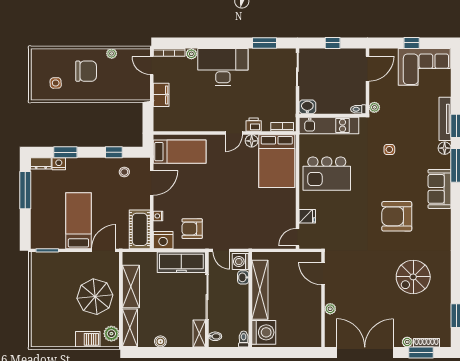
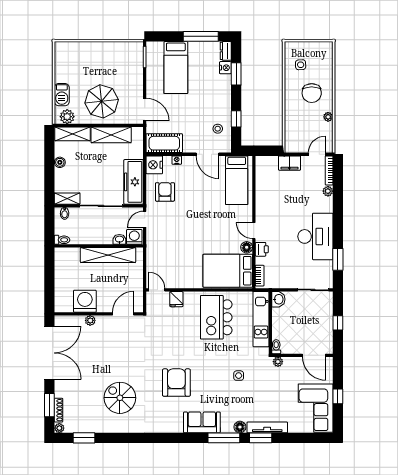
desk: (223, 67) -> (315, 236), moved
bed: (78, 221) -> (176, 68), moved, turned 90
washing machine: (264, 332) -> (85, 301), moved, turned 180
plant: (407, 342) -> (59, 428), moved

